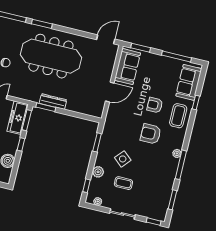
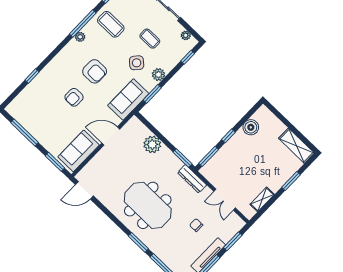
meeting table: (51, 56) -> (148, 205), width x0.73
sofa: (189, 82) -> (128, 99), moved, turned 180
dresser: (53, 102) -> (192, 179), moved
plant: (75, 104) -> (152, 144), added
armchair: (155, 105) -> (74, 97), turned 90
coffee table: (178, 116) -> (111, 24), moved, turned 90
freezer: (18, 118) -> (216, 164), removed
plant: (98, 172) -> (158, 75), moved

